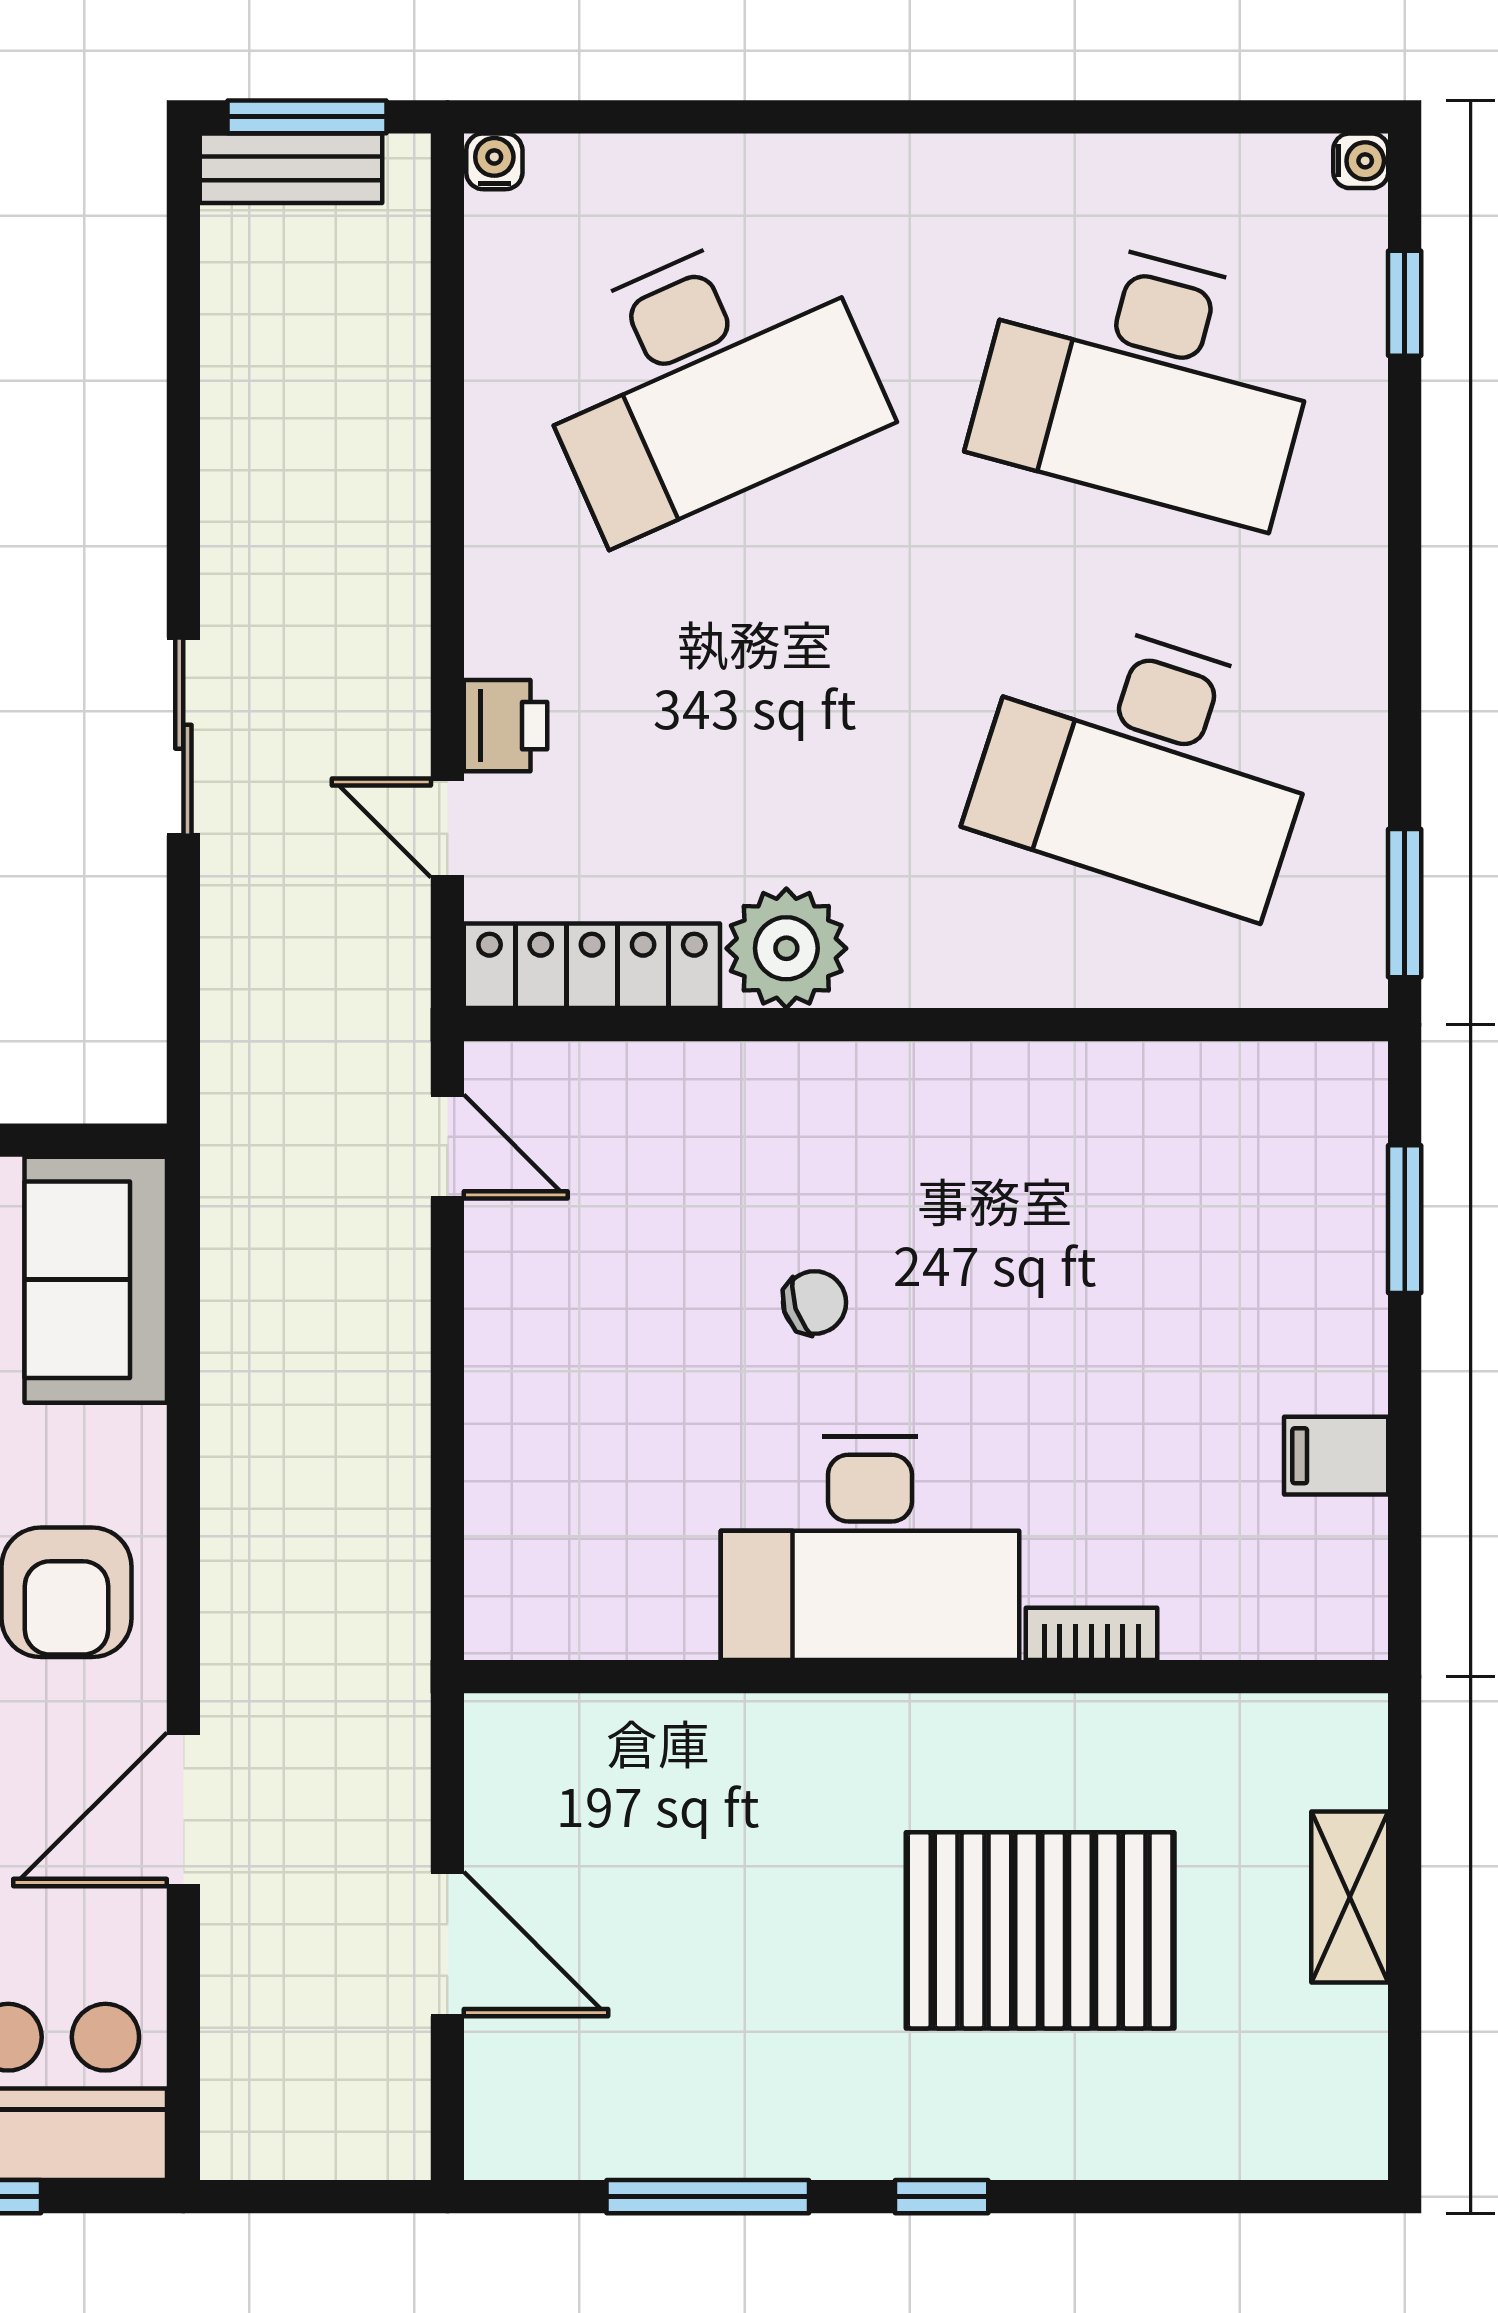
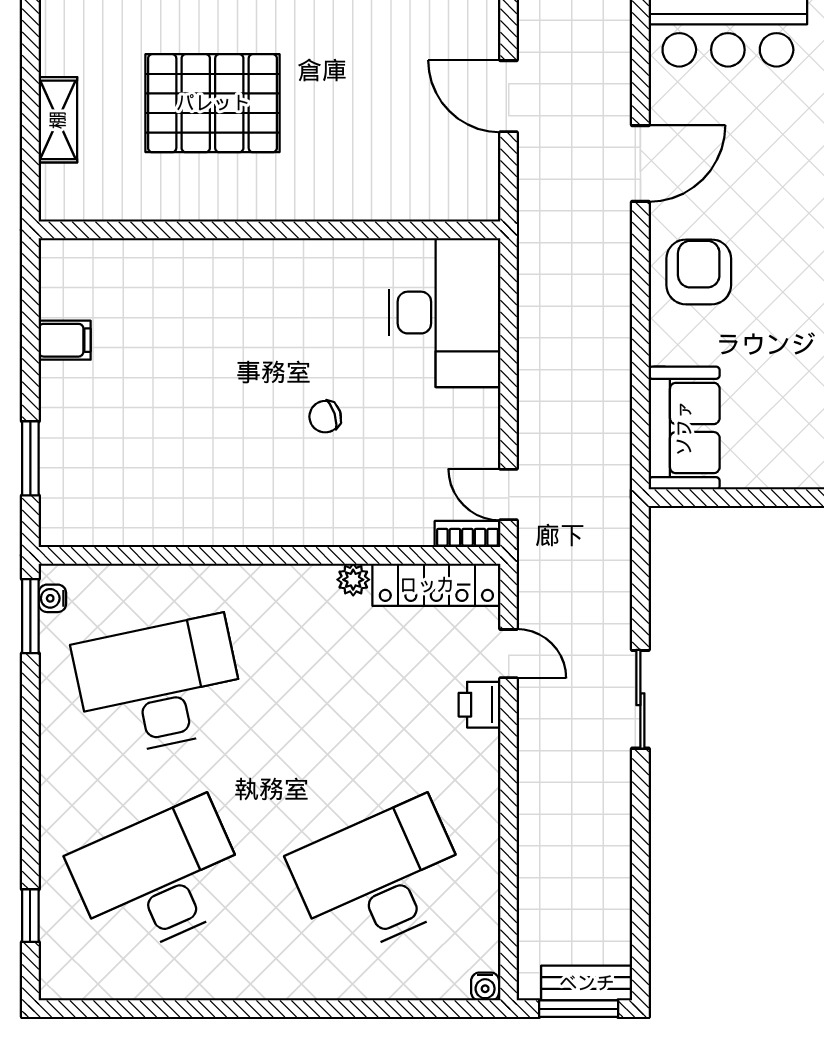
water cooler: (1361, 161) -> (52, 598), moved
desk: (1147, 379) -> (159, 878), turned -39
desk: (1147, 763) -> (159, 686), turned -30
plant: (786, 948) -> (353, 580), width x0.53, depth x0.53
desk: (870, 1548) -> (444, 313), moved, turned 90
bookcase: (1091, 1634) -> (468, 534), moved, turned 180

